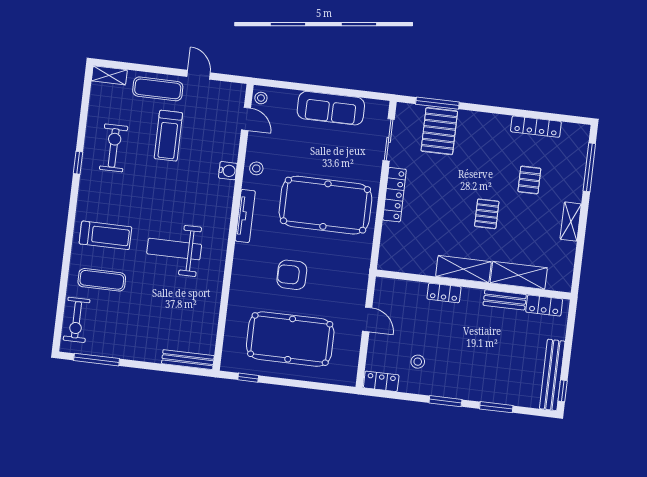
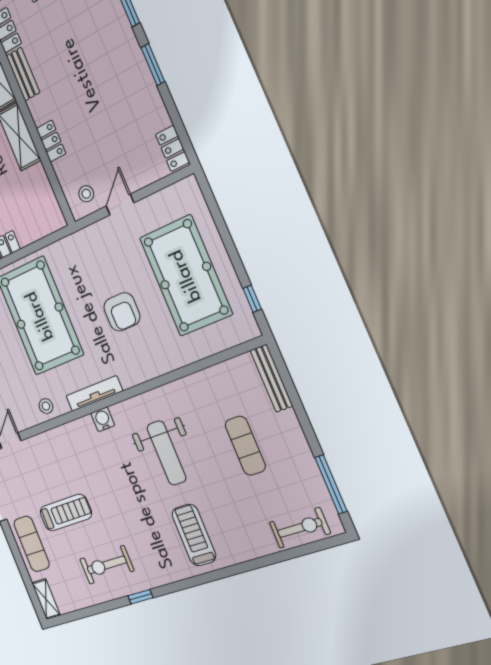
water cooler: (228, 171) -> (103, 419), moved
exercise mat: (102, 280) -> (245, 446), moved
stool: (418, 362) -> (86, 194), moved

